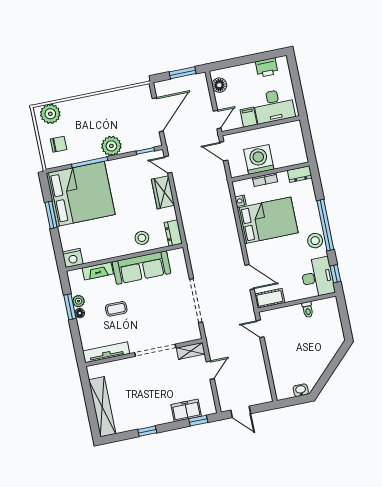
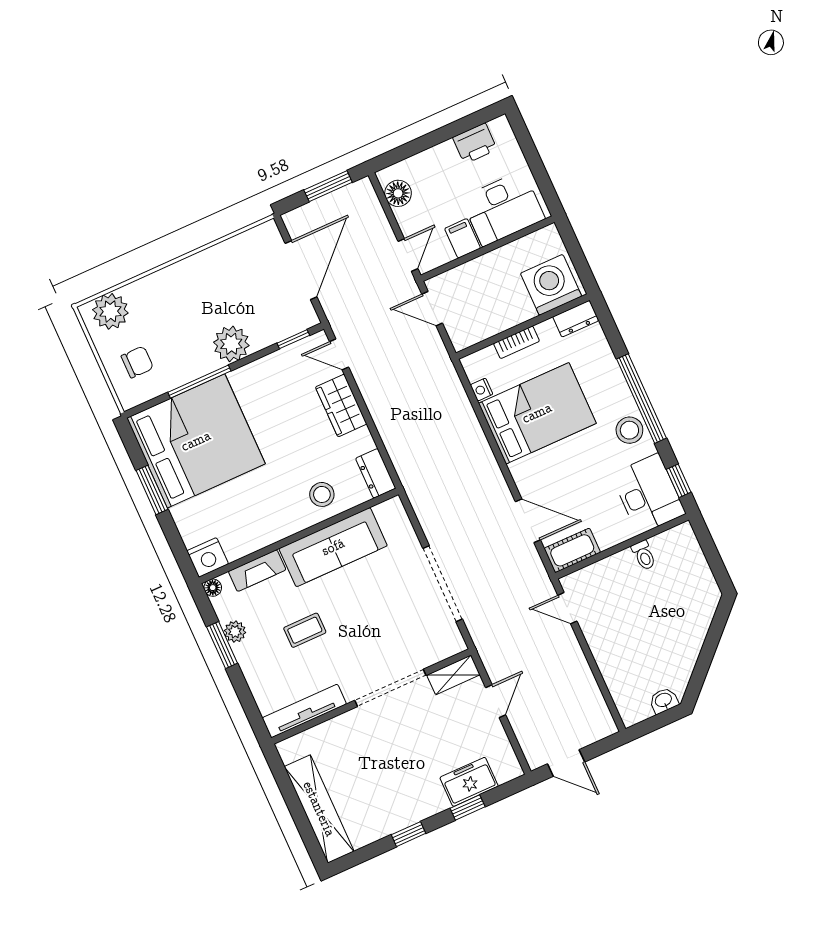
washing machine: (259, 159) -> (551, 285), moved
floor lamp: (80, 313) -> (213, 588), moved
window: (198, 421) -> (468, 807), moved

